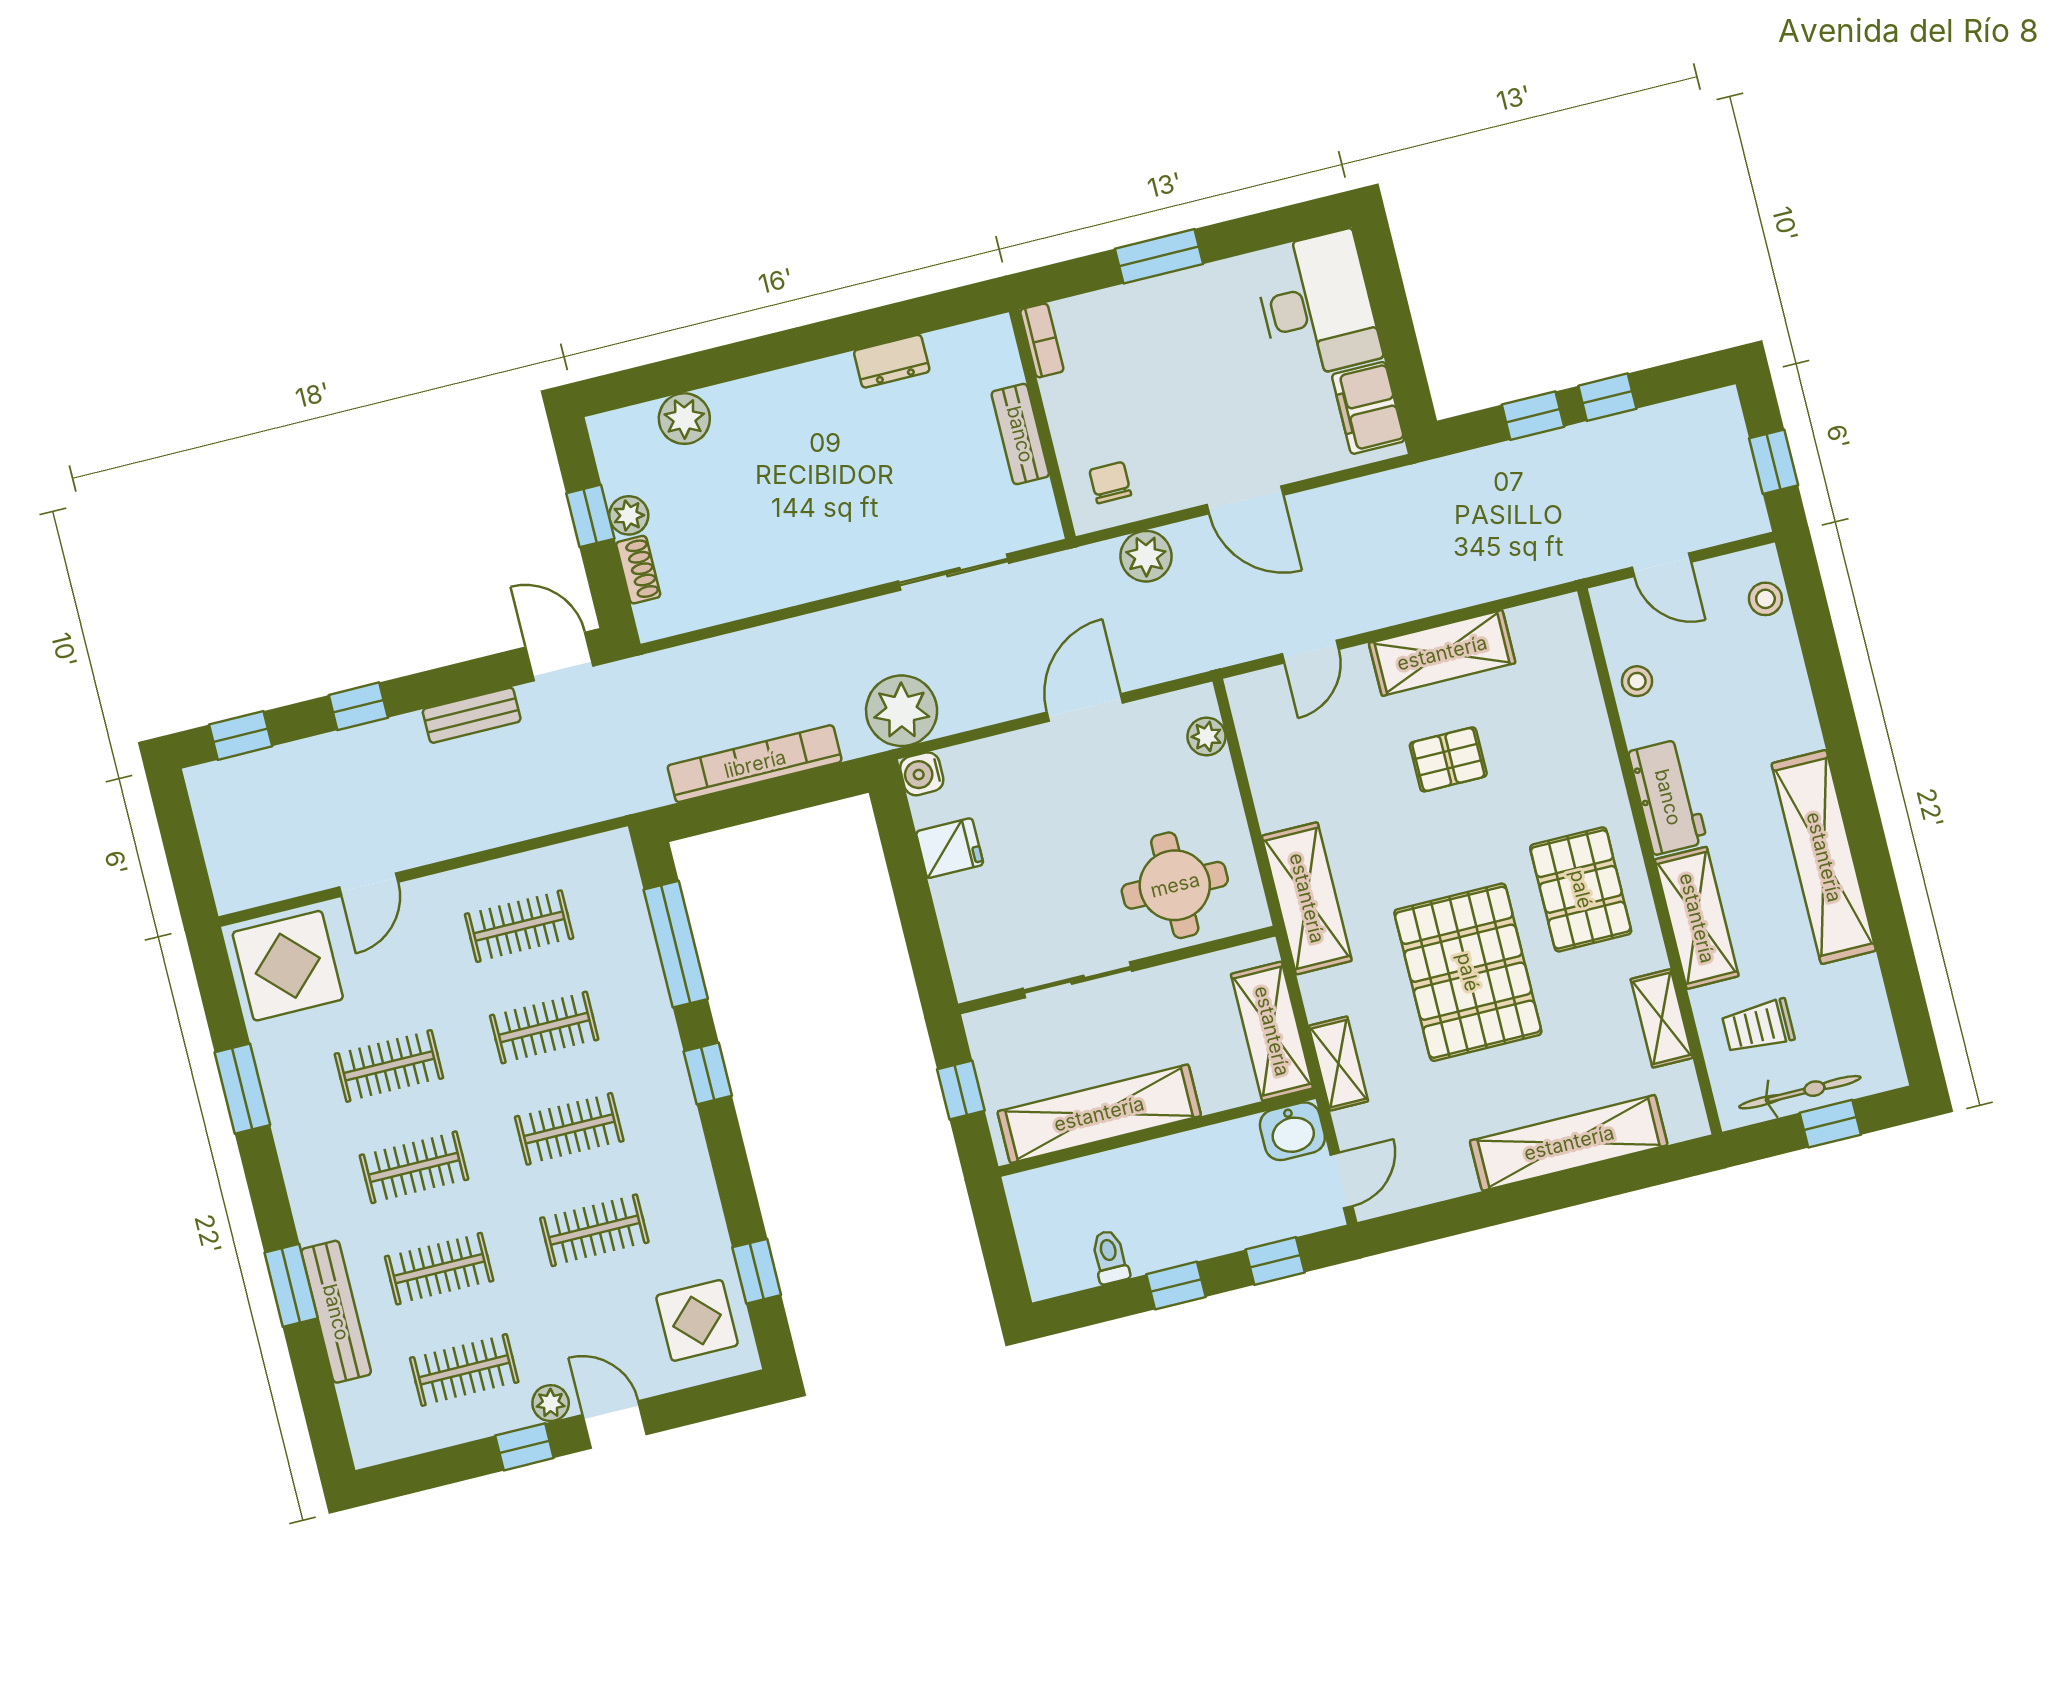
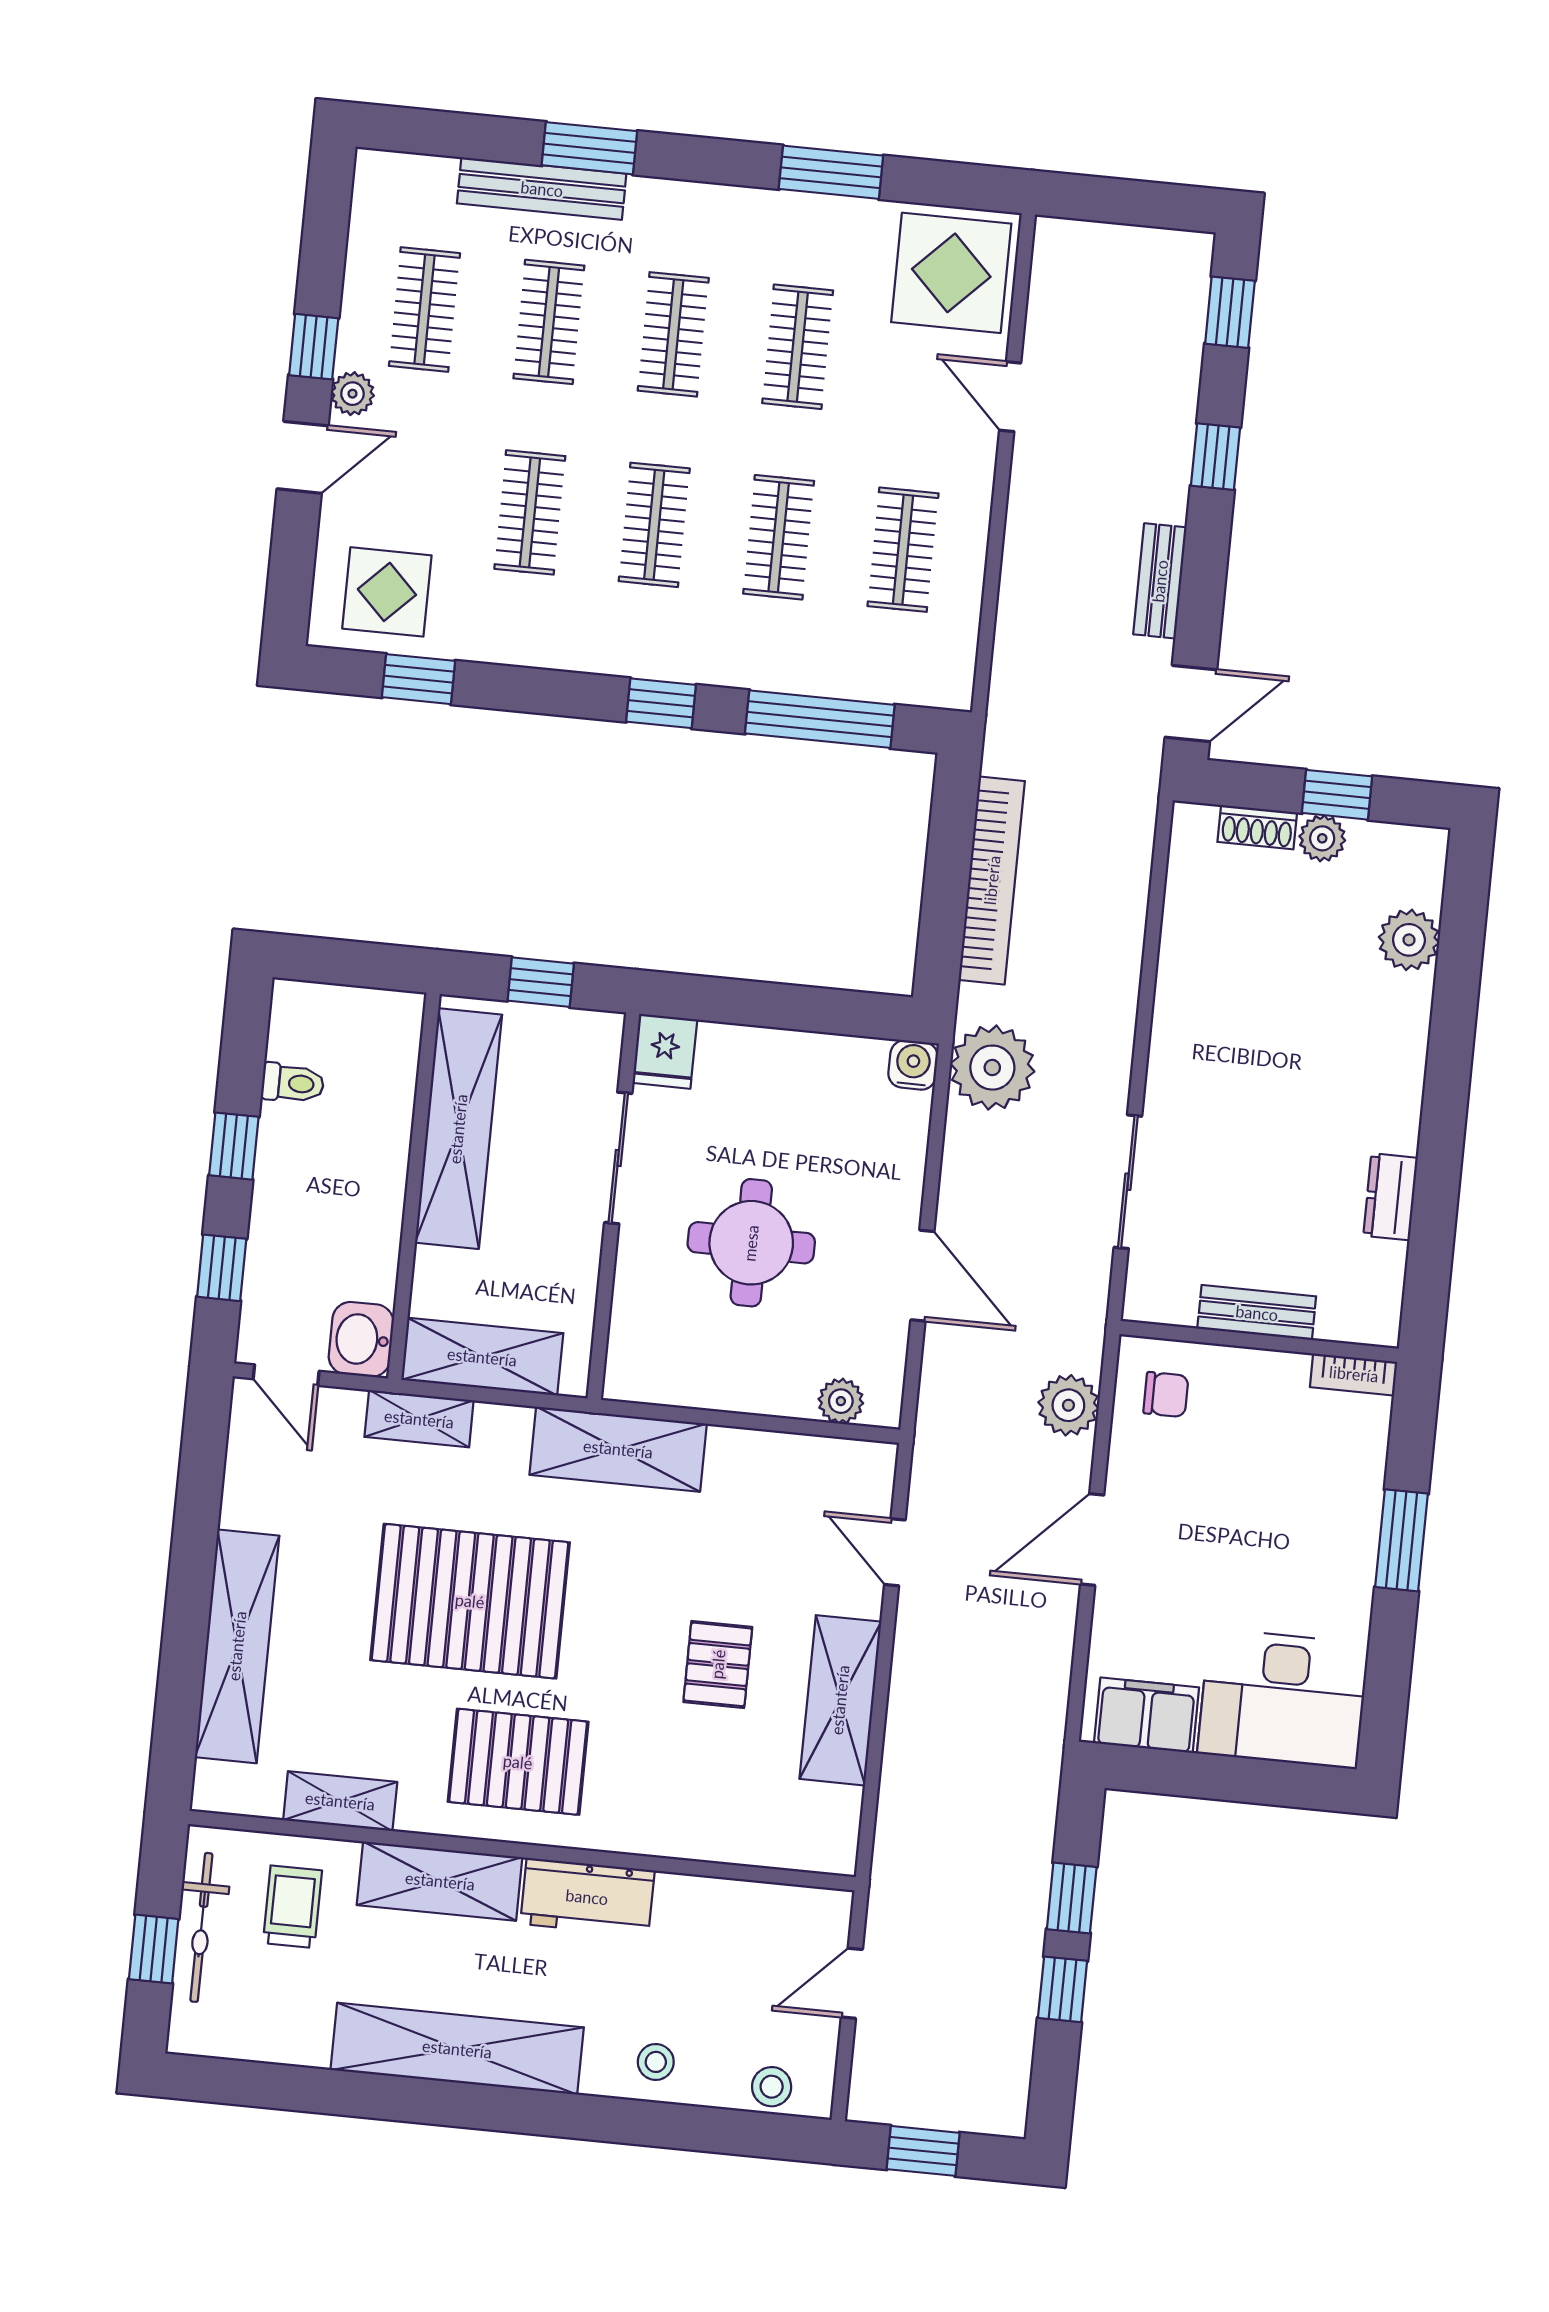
stool: (1637, 681) -> (656, 2062), moved
fridge: (950, 848) -> (665, 1051), moved
round table: (1175, 885) -> (751, 1243), moved

